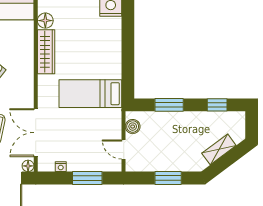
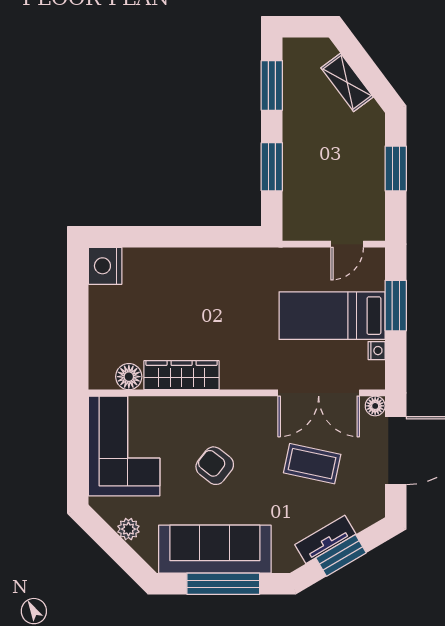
bed: (90, 94) -> (332, 316), moved, turned 90
window: (217, 105) -> (272, 85), width x1.50
boiler: (133, 127) -> (308, 229), removed

